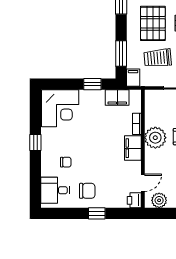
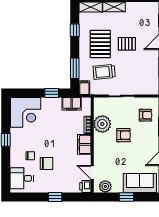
plant: (155, 138) -> (102, 124), moved
door: (143, 183) -> (92, 172), swing flipped
chair: (87, 191) -> (47, 164), moved

